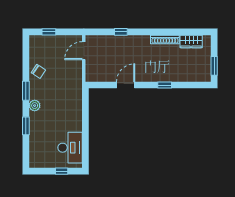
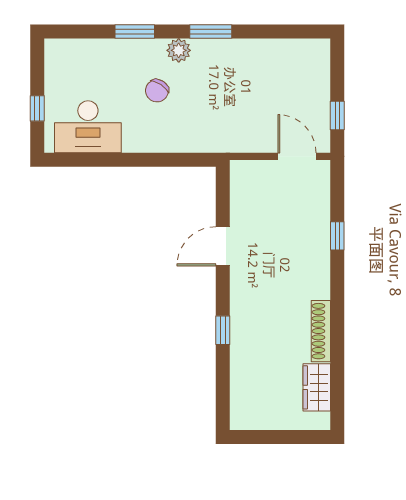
window: (49, 32) -> (337, 115), moved
window: (214, 66) -> (264, 437), removed
chair: (38, 71) -> (157, 91), moved
door: (126, 85) -> (223, 246), swing flipped

